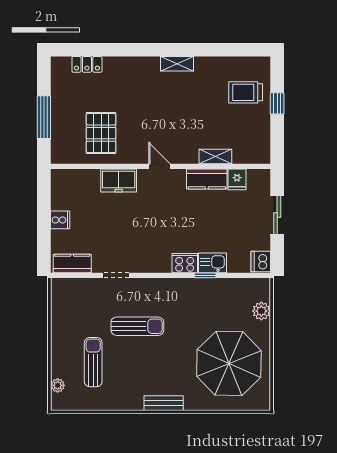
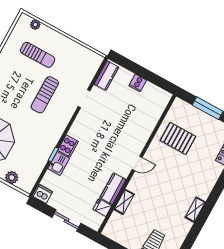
freezer: (119, 180) -> (142, 133), removed

